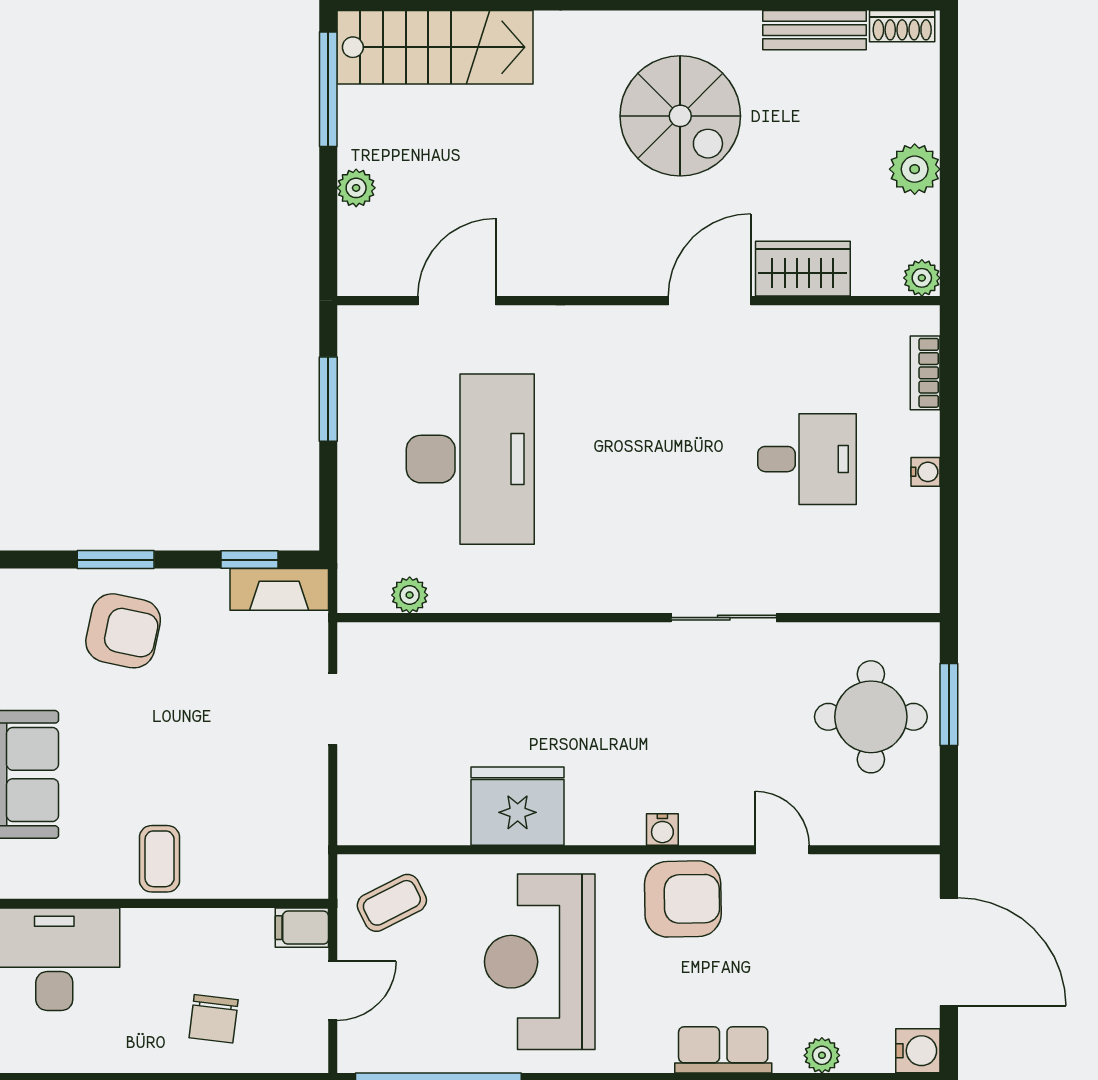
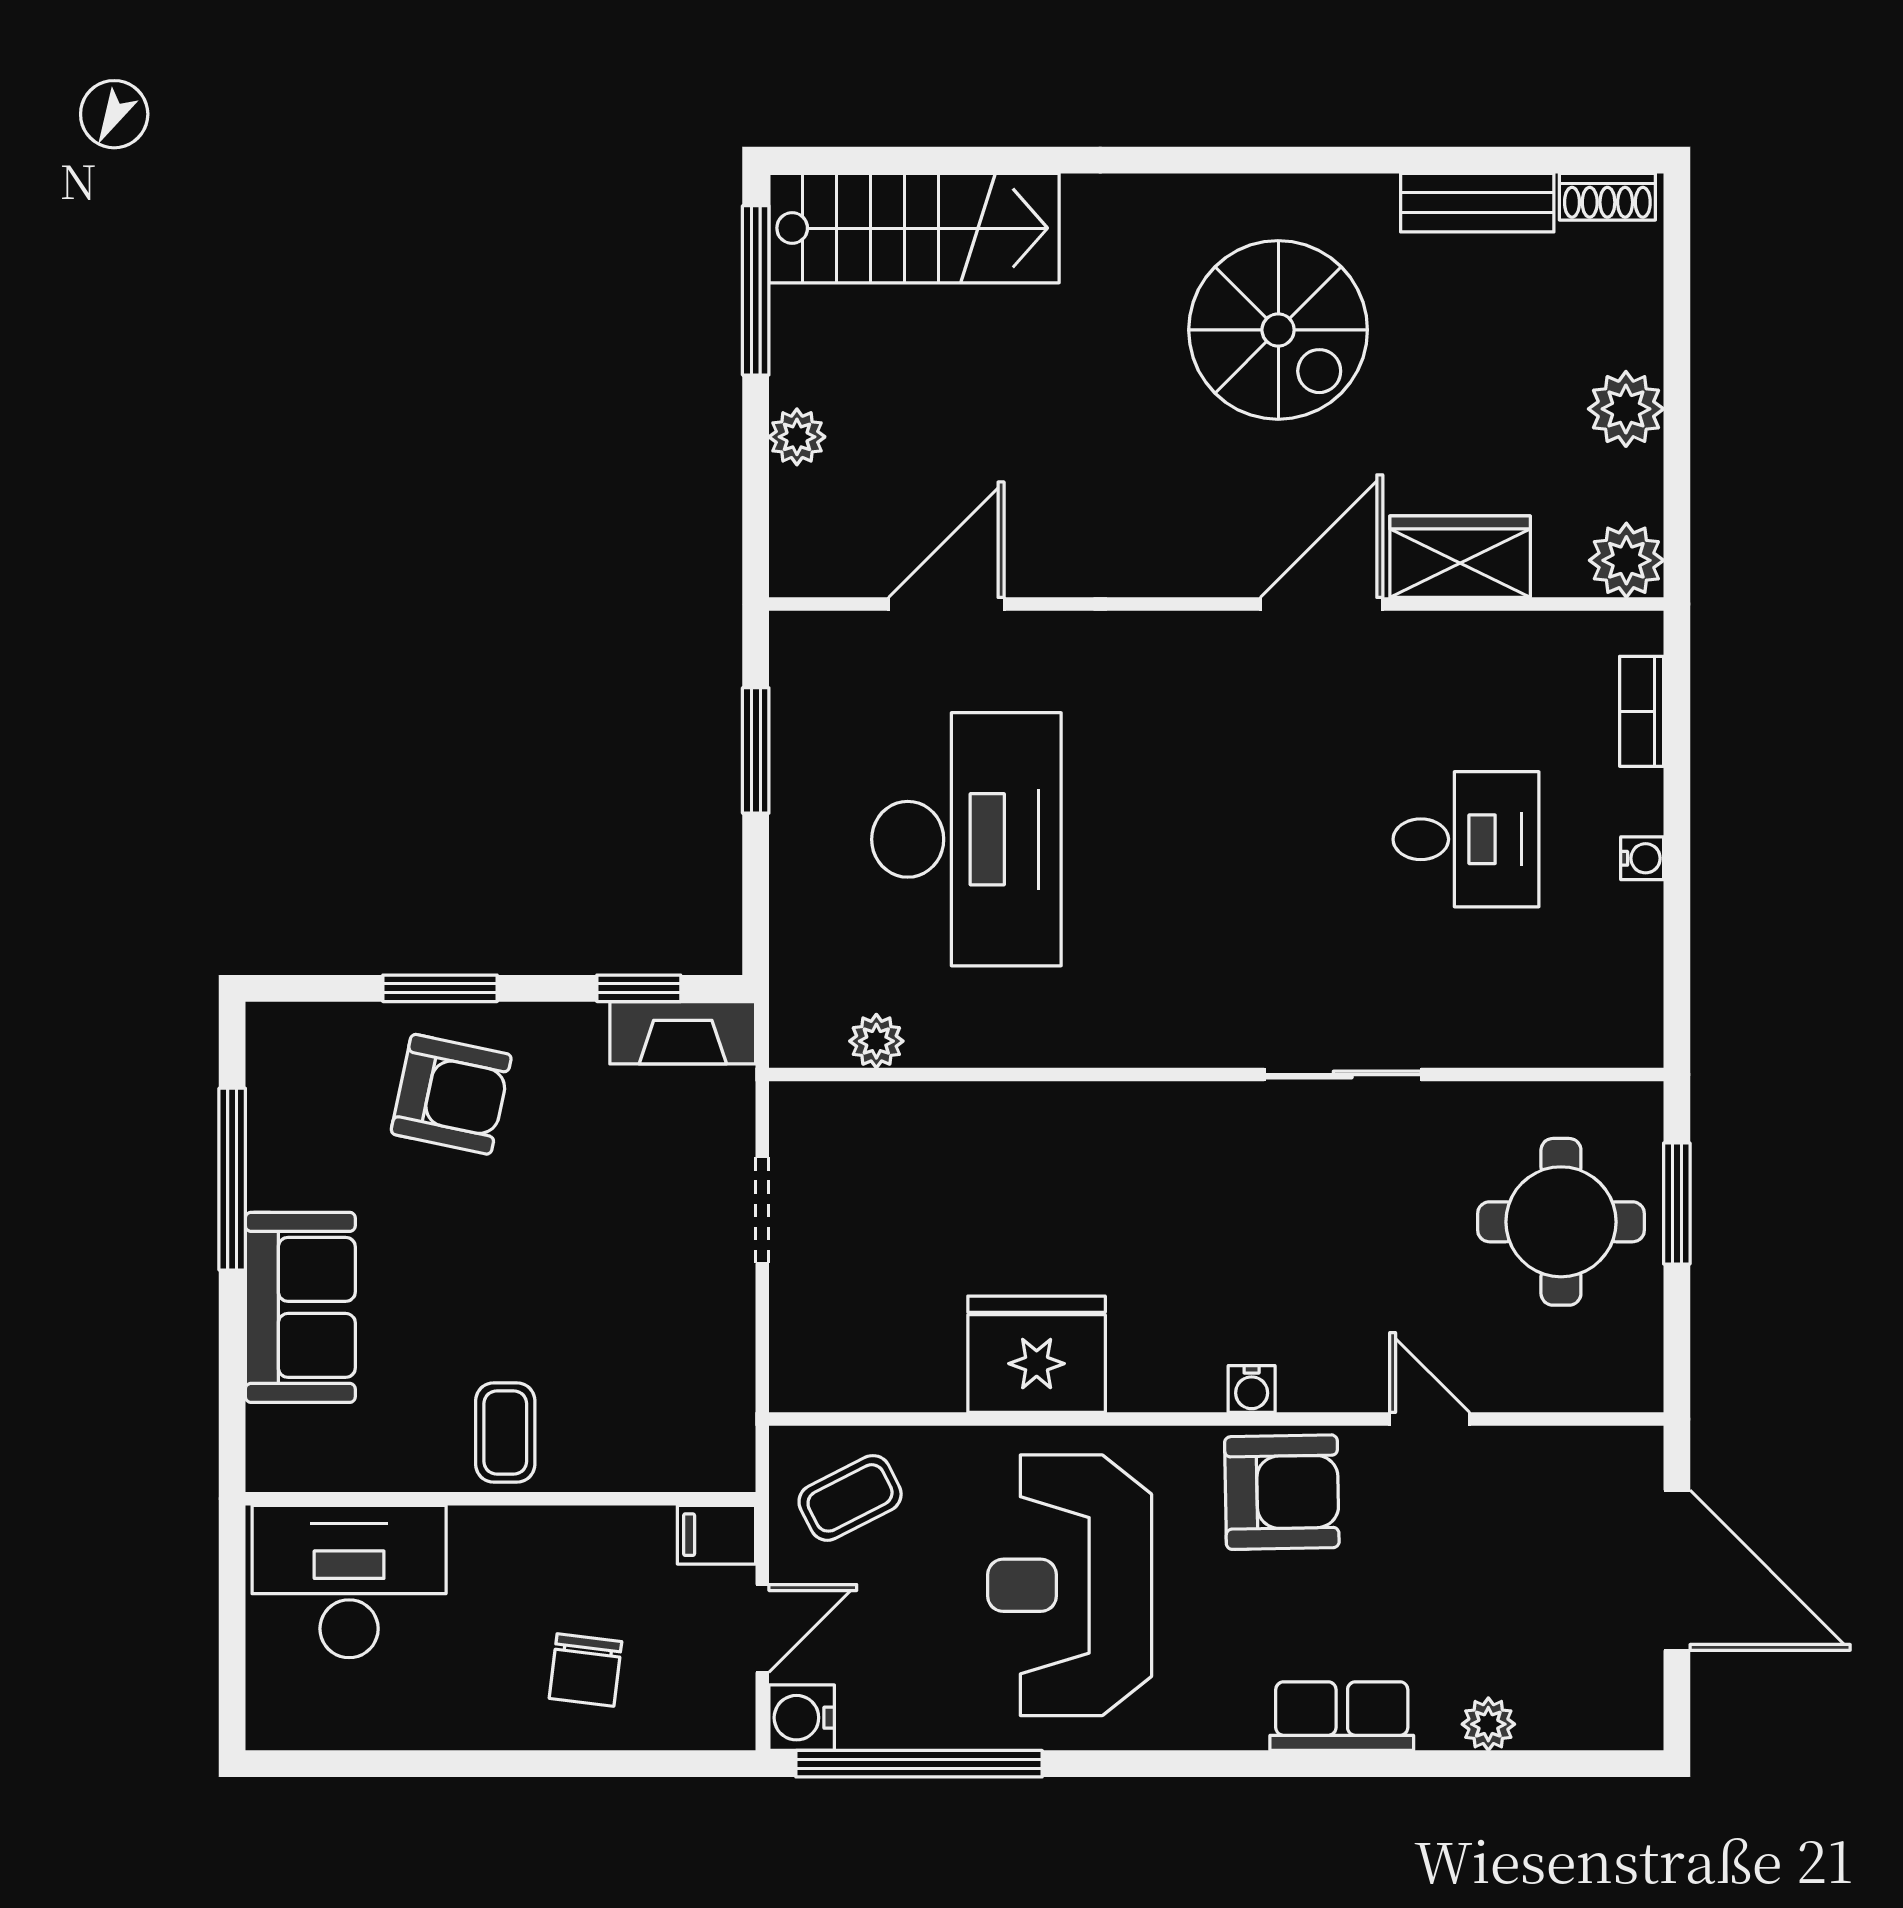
plant: (922, 278) -> (1626, 560), width x1.38, depth x1.38
water cooler: (918, 1051) -> (802, 1718), moved, turned 180

